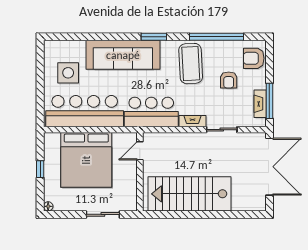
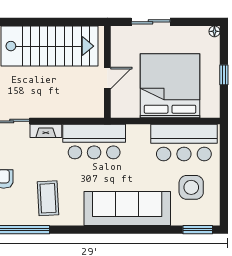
window: (154, 37) -> (198, 230), moved
coffee table: (191, 64) -> (48, 198), width x0.73, depth x0.76
bar counter: (85, 111) -> (184, 143), width x0.73
door: (140, 151) -> (107, 78), moved

